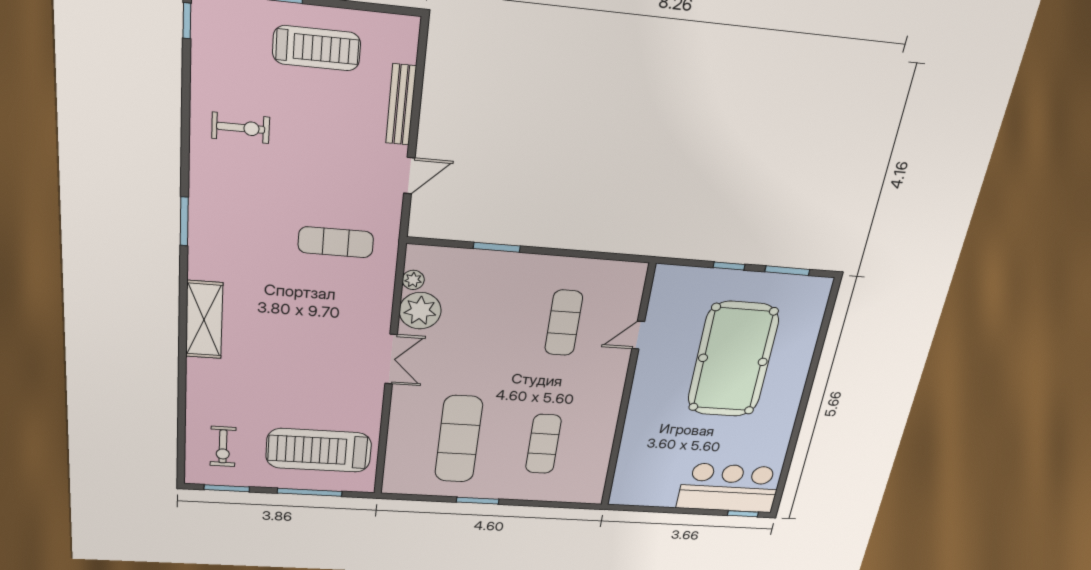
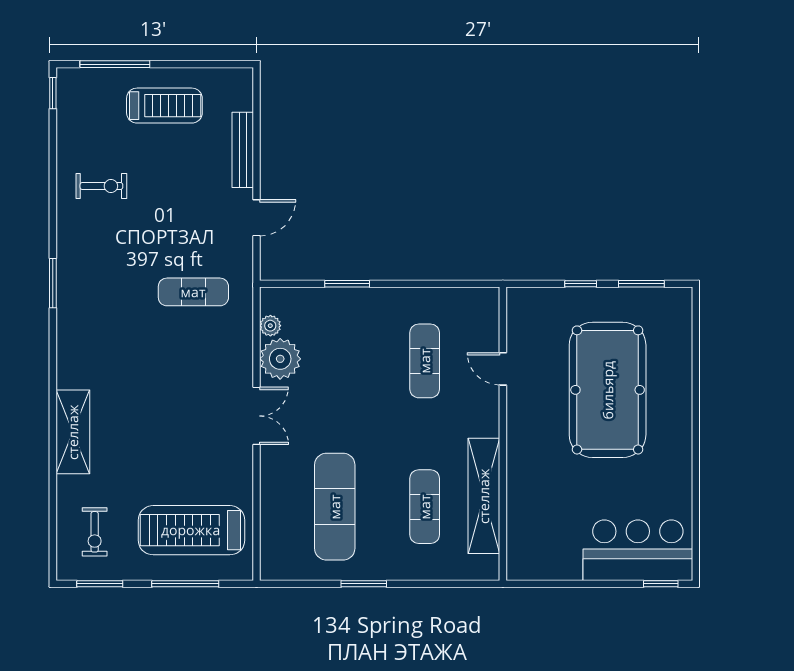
shelving: (204, 320) -> (73, 432), moved
door: (638, 335) -> (503, 369), hinge flipped
shelving: (600, 439) -> (484, 496), added

